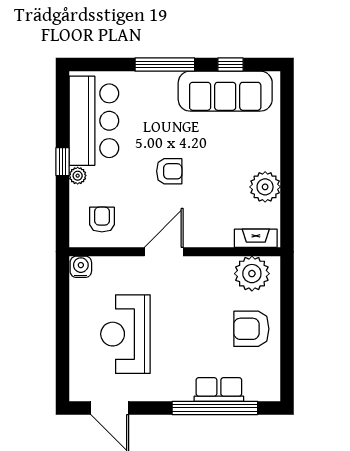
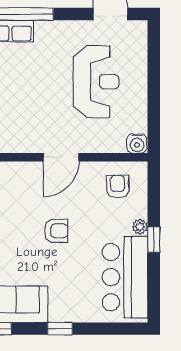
window: (165, 65) -> (60, 329), width x0.46
armchair: (169, 171) -> (56, 231), turned 180
armchair: (102, 220) -> (118, 187), turned 180

